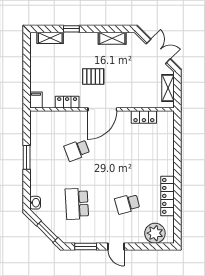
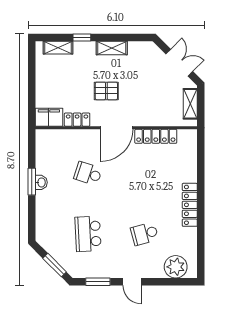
shelving: (112, 38) -> (112, 48), moved
filing cabinet: (36, 100) -> (49, 117), width x2.00
locker: (144, 117) -> (156, 136), width x1.53
school desk: (77, 150) -> (88, 173), turned 39
locker: (168, 196) -> (190, 205), moved
washbasin: (35, 203) -> (41, 182), moved

